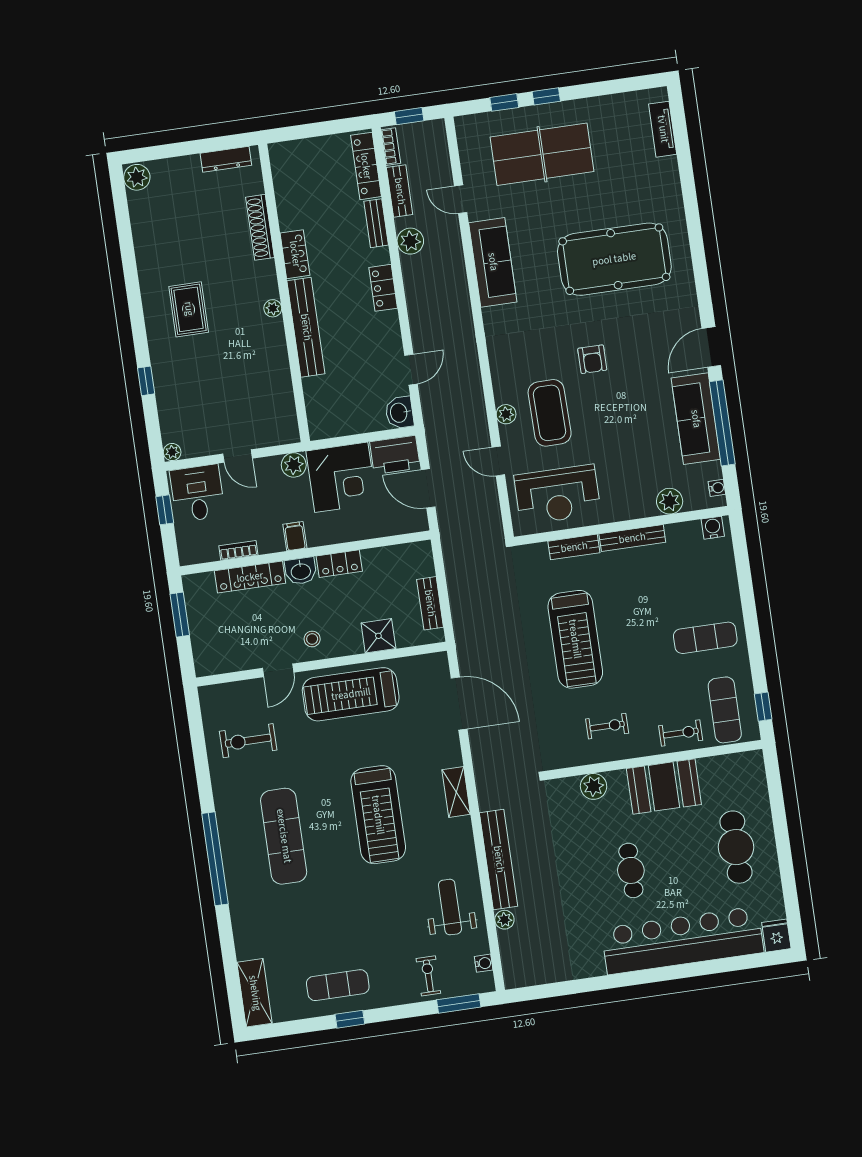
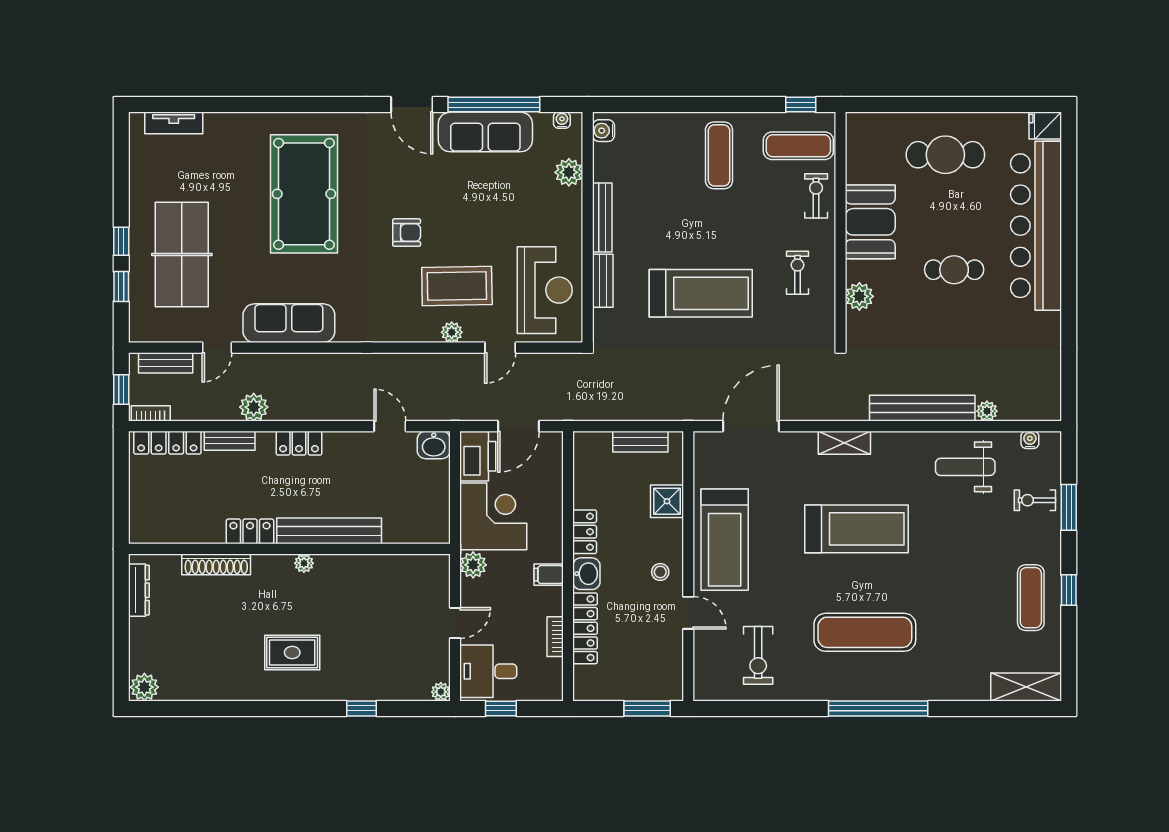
bench: (400, 191) -> (166, 363), moved
window: (180, 615) -> (647, 708), moved
window: (459, 1003) -> (1069, 507), moved

